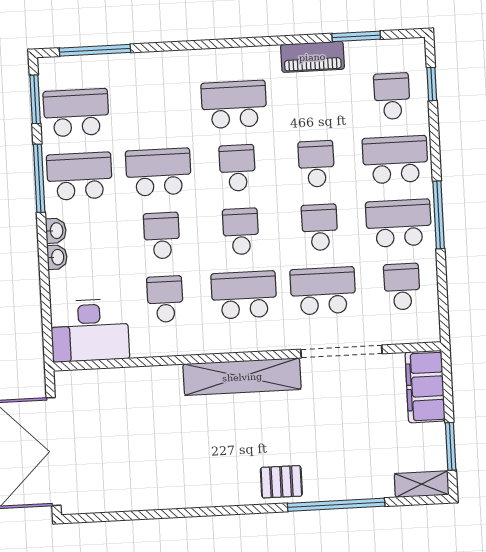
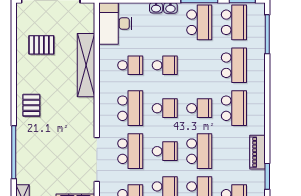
school desk: (316, 164) -> (199, 151), width x1.85
school desk: (158, 172) -> (234, 65), moved
shelving: (242, 377) -> (86, 65), moved
pallet: (136, 464) -> (41, 45), added
pallet: (281, 482) -> (31, 105), moved

